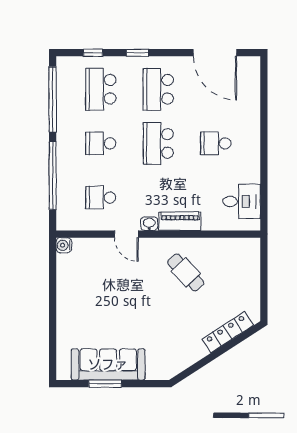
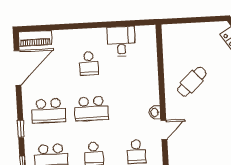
desk: (242, 201) -> (121, 41), moved
piano: (180, 221) -> (35, 38), moved, turned -90

